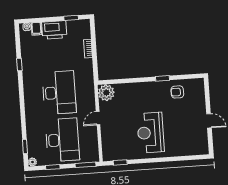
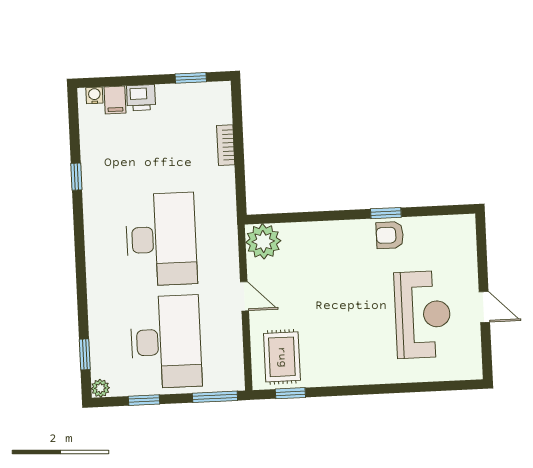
printer: (54, 30) -> (141, 98), width x0.53, depth x0.68
armchair: (177, 92) -> (390, 235), moved
door: (98, 118) -> (244, 296), swing flipped
reception desk: (151, 133) -> (423, 315), moved, turned 180
rug: (116, 146) -> (282, 357), added

